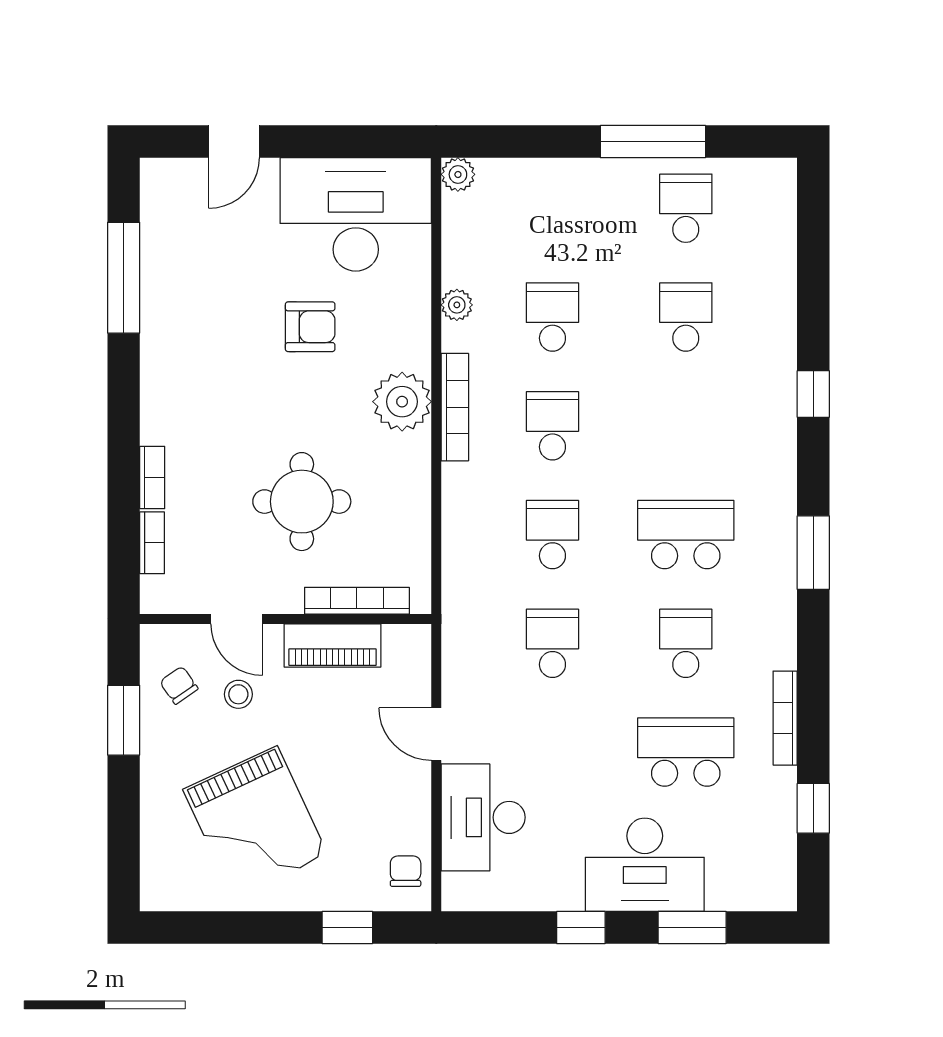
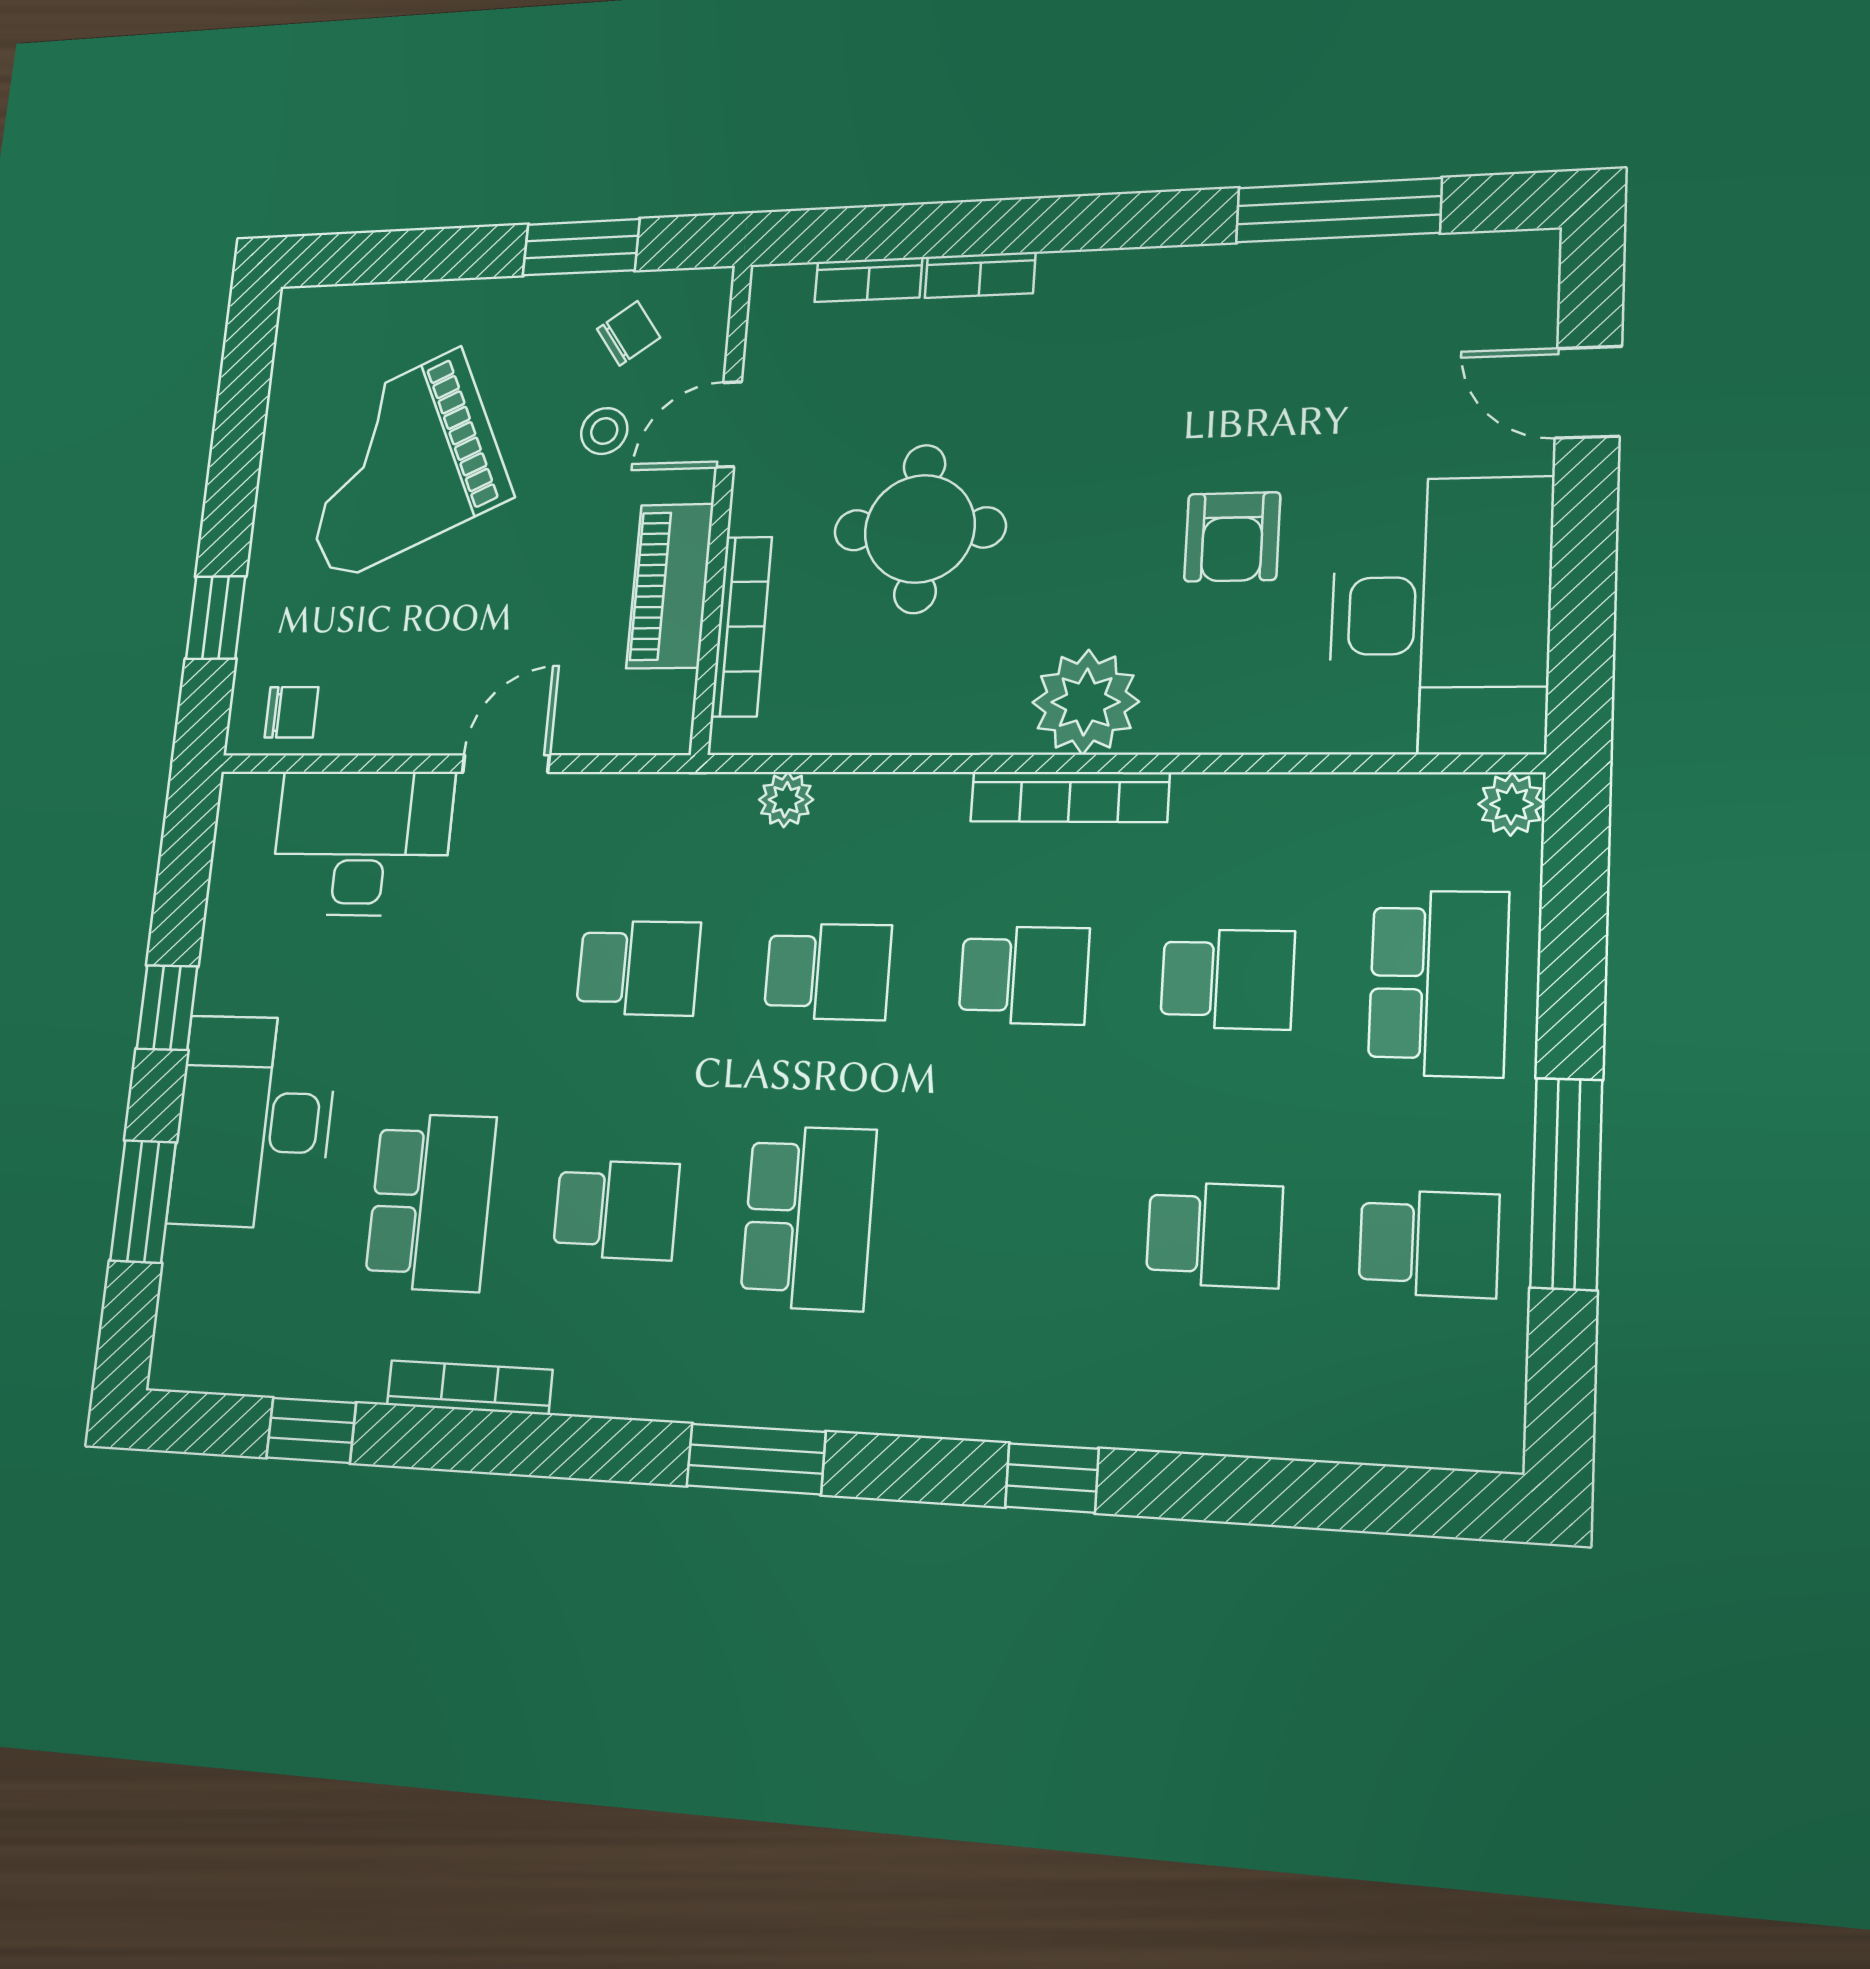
school desk: (552, 208) -> (1438, 983), added
plant: (457, 305) -> (786, 800), moved

